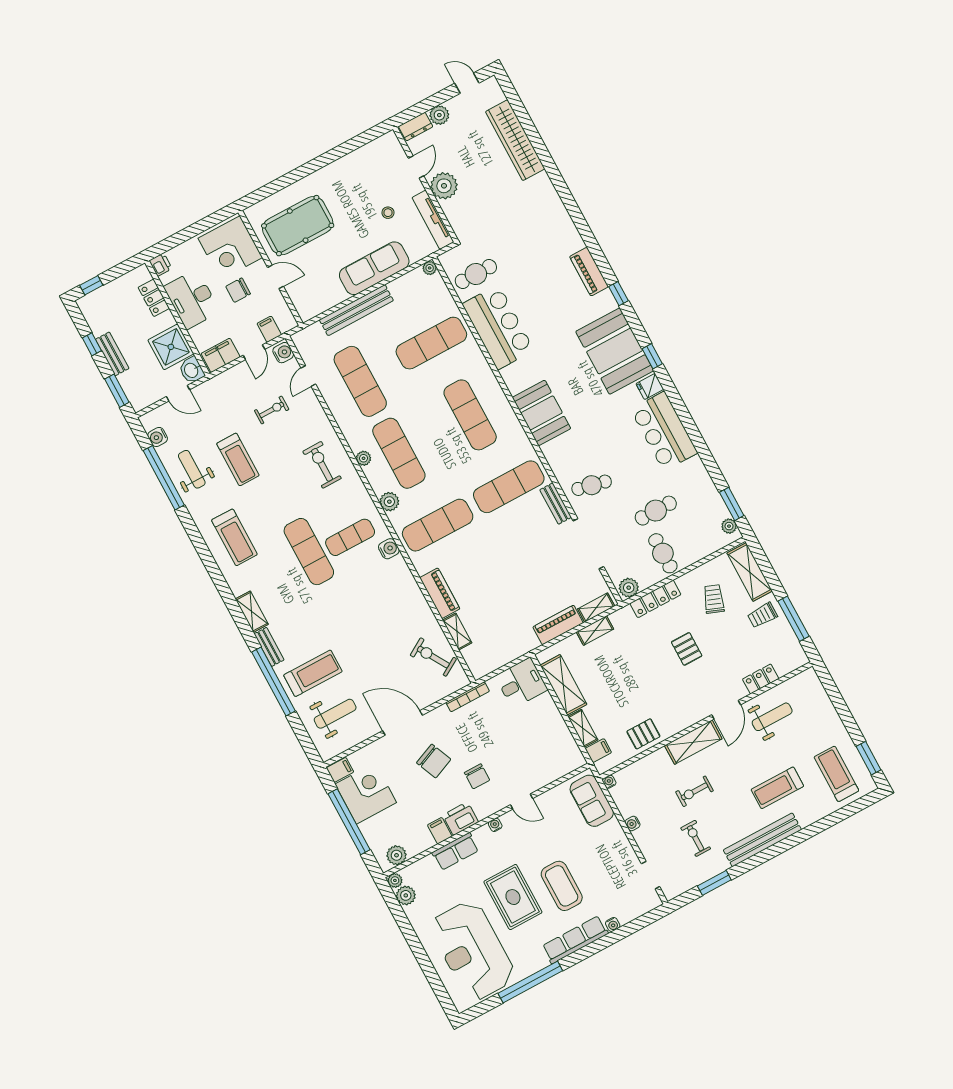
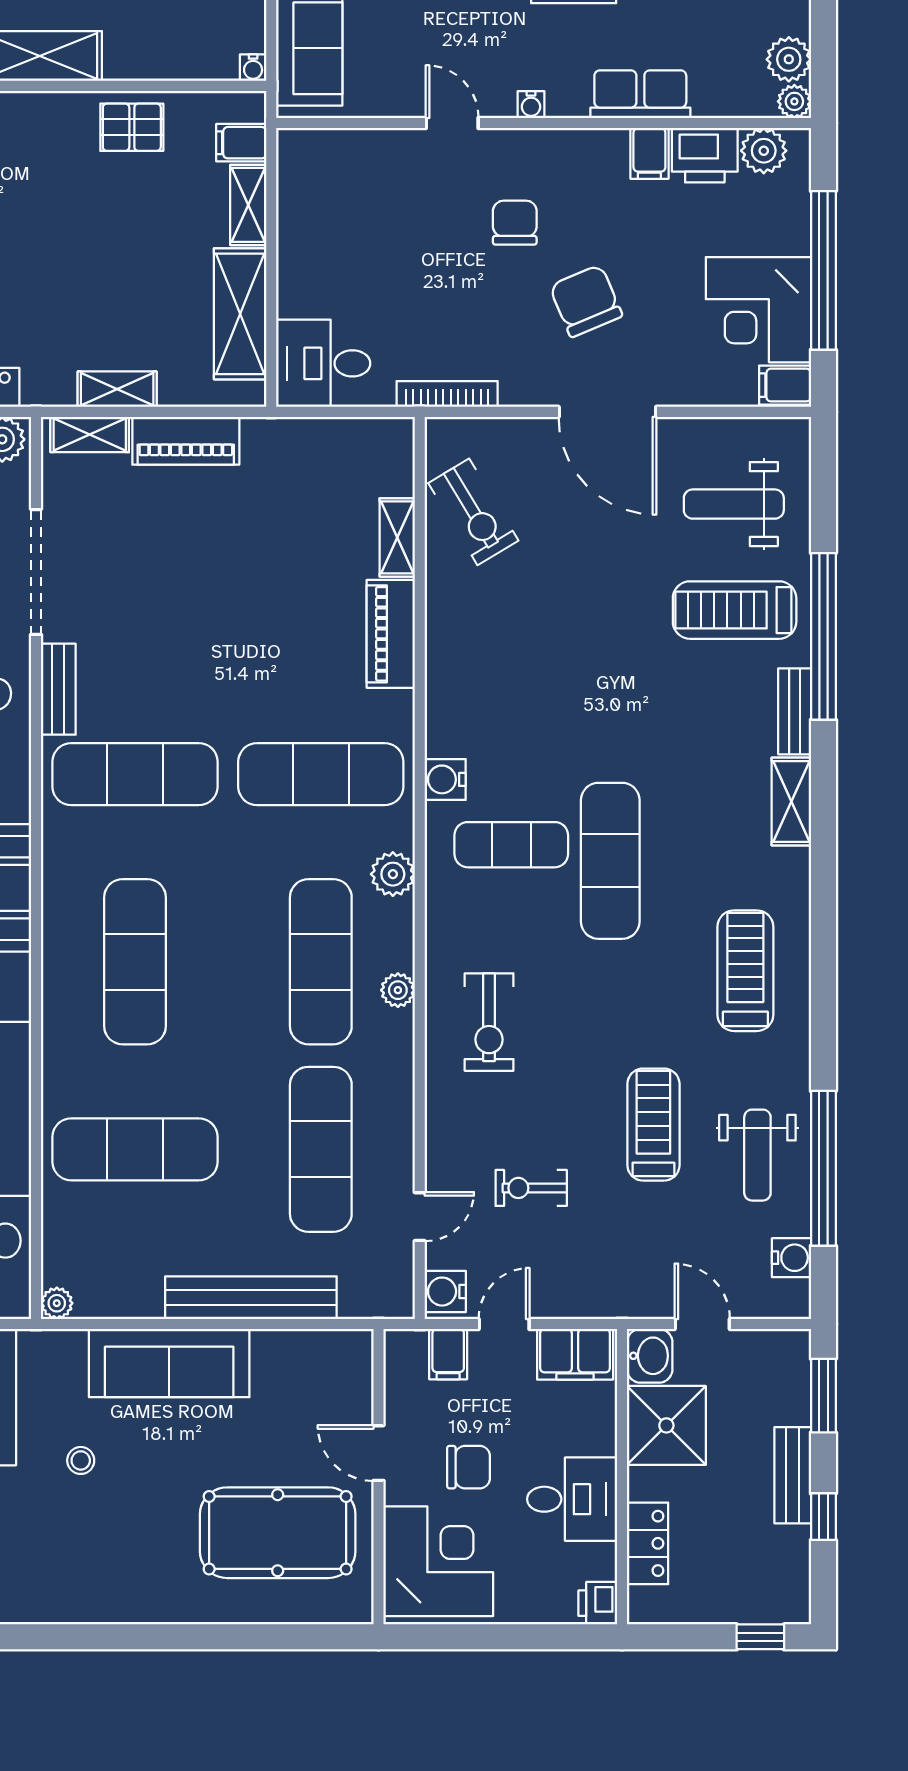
desk: (192, 299) -> (572, 1499), width x0.73
printer: (461, 819) -> (705, 155), moved

